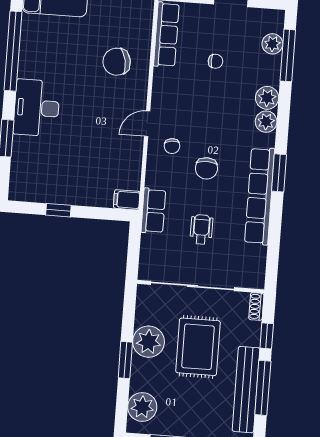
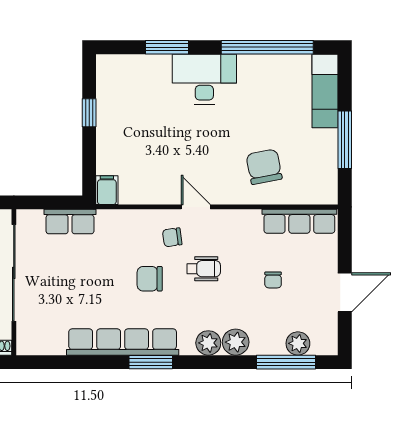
row of seats: (153, 211) -> (70, 222), moved
wheelchair: (201, 229) -> (204, 269), moved

